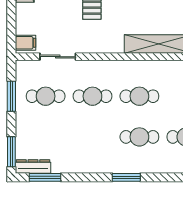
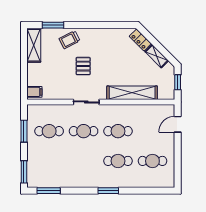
sliding door: (58, 57) -> (86, 102), moved
dresser: (33, 166) -> (40, 183), removed

